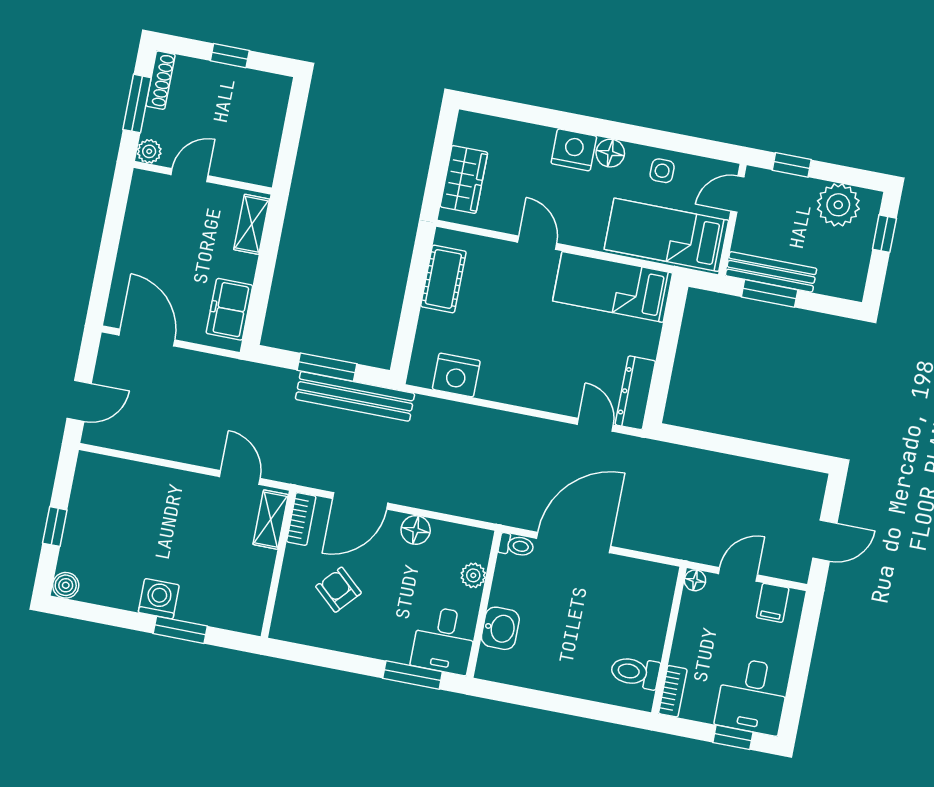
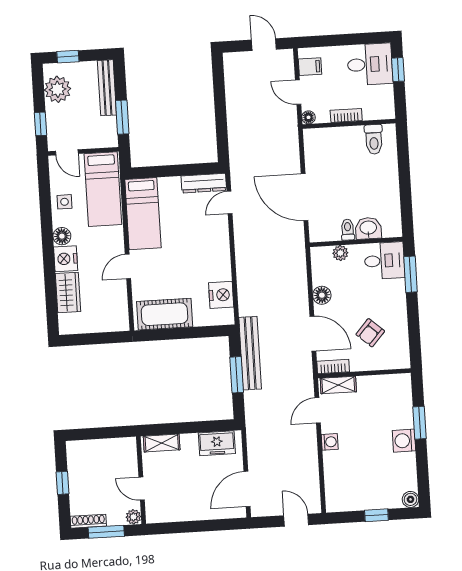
wardrobe: (464, 179) -> (68, 293), moved, turned 90
bench: (771, 272) -> (107, 88), moved
cot: (443, 279) -> (165, 314), width x1.37, depth x1.34
washing machine: (187, 484) -> (330, 442), added
toilet: (516, 545) -> (348, 230), moved
bookcase: (673, 691) -> (346, 115), moved

